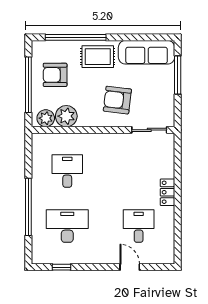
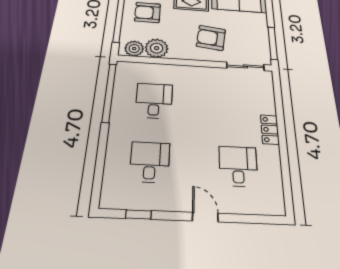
window: (178, 75) -> (273, 43), moved
window: (28, 207) -> (109, 92), moved
desk: (67, 226) -> (150, 162), width x0.73
door: (130, 267) -> (205, 217), moved

